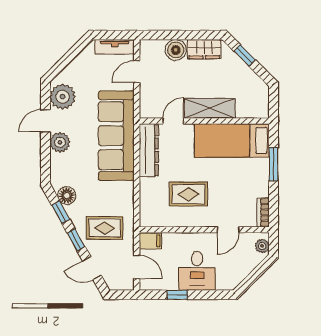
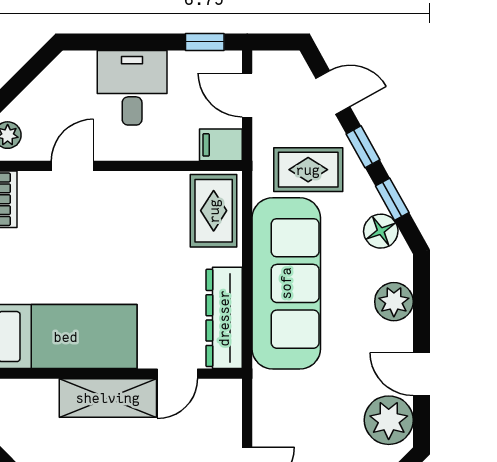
door: (45, 121) -> (421, 374), swing flipped
sofa: (116, 136) -> (286, 283), moved
plant: (60, 142) -> (394, 302), moved
rug: (188, 194) -> (214, 211), moved, turned 90
window: (177, 295) -> (205, 42), moved

